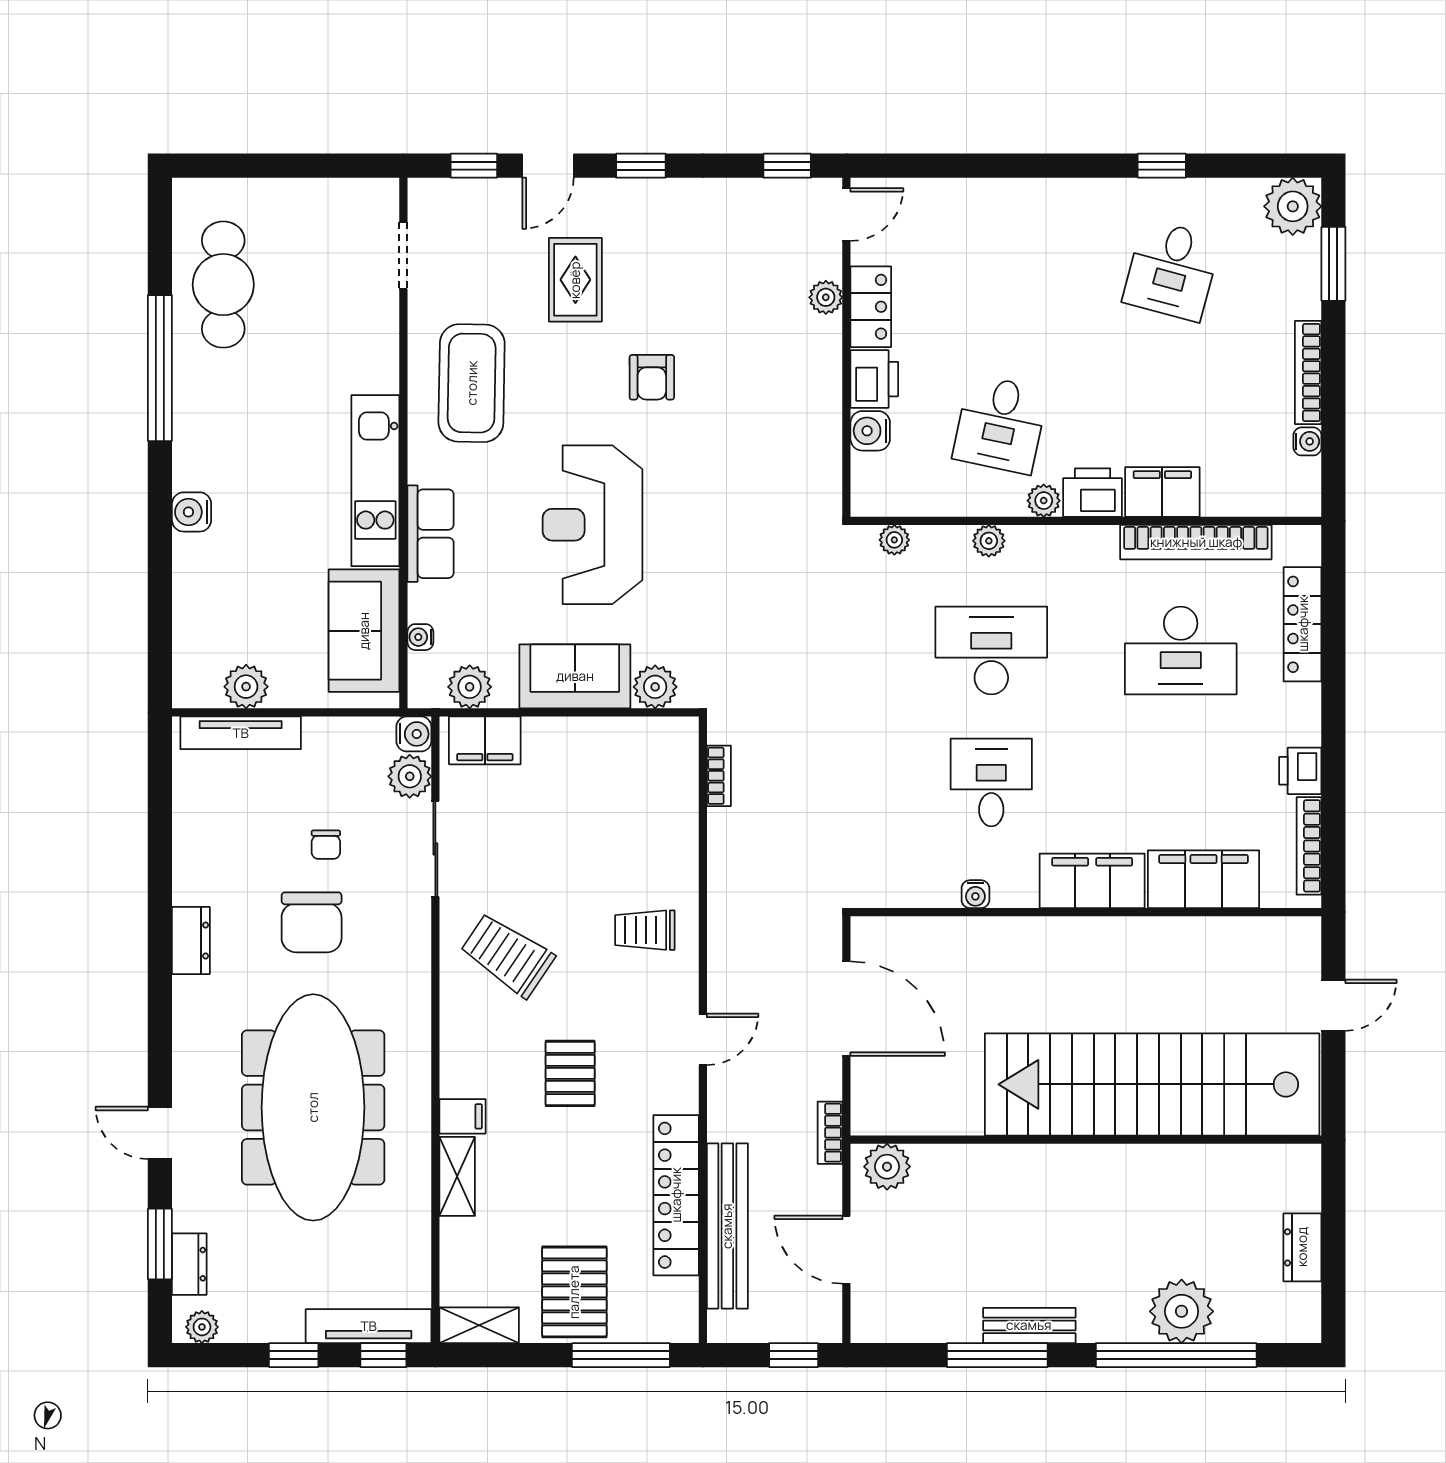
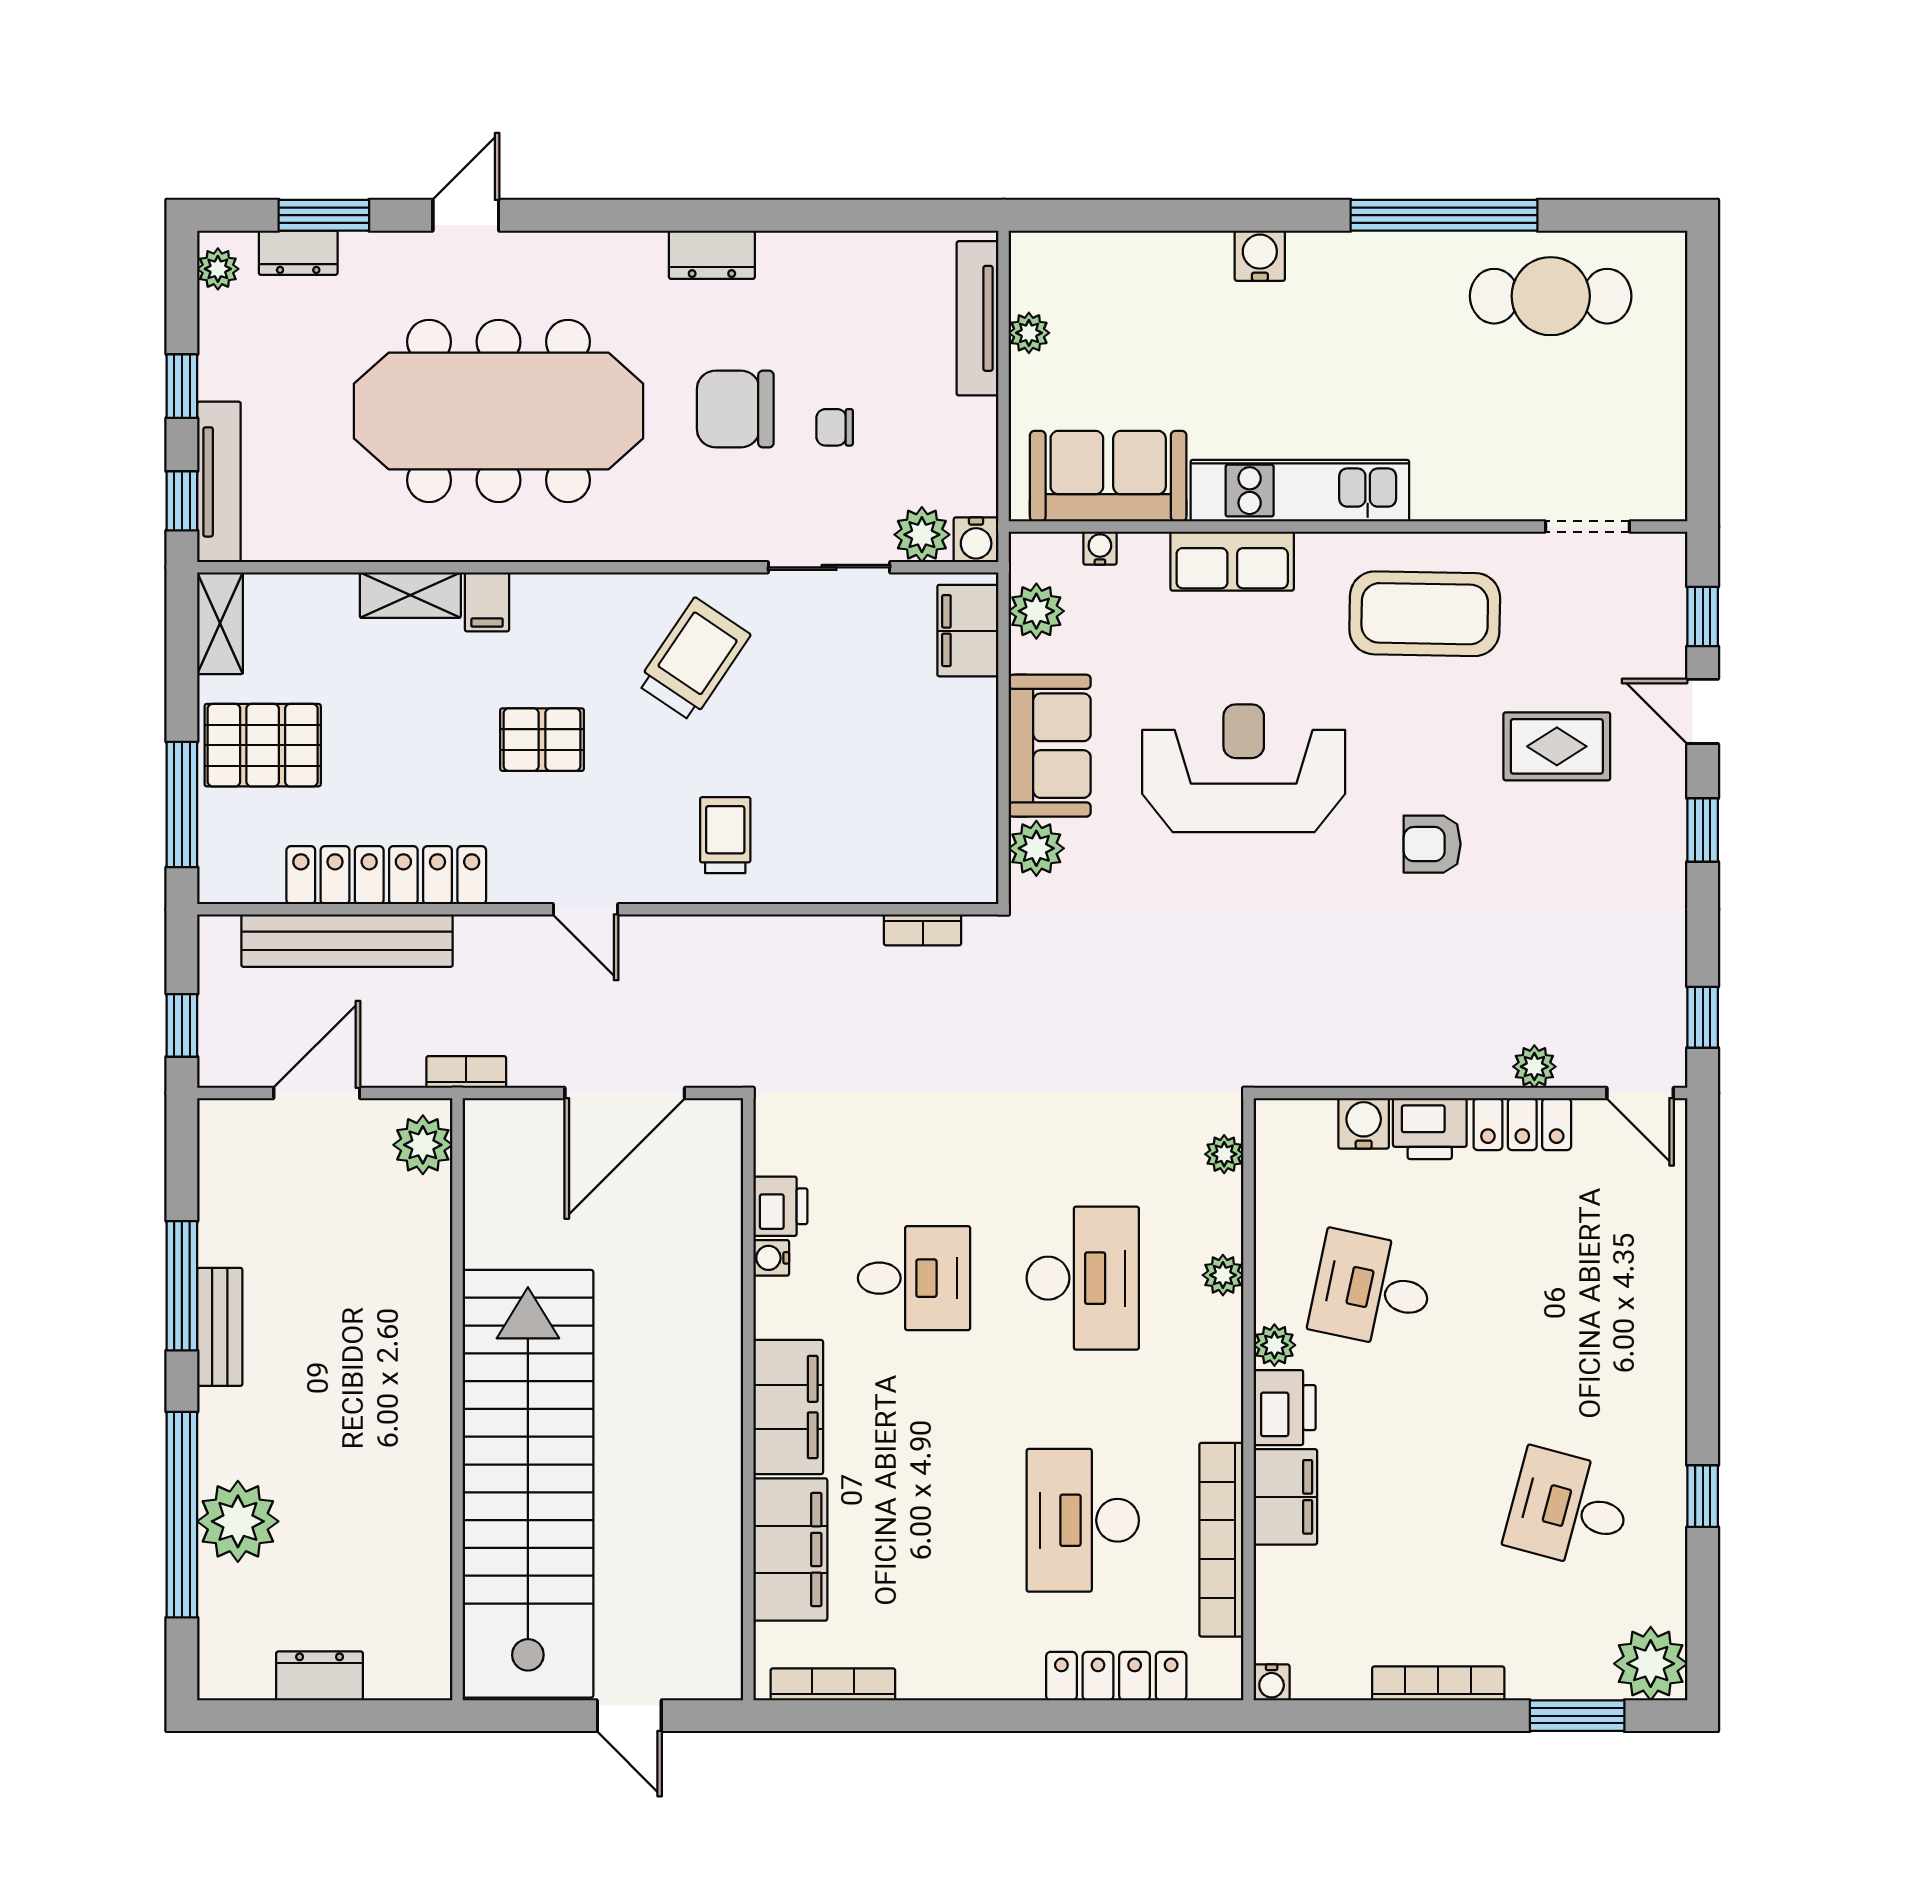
water cooler: (1307, 441) -> (1272, 1682), moved
plant: (246, 687) -> (1029, 333), width x0.73, depth x0.73
printer: (1300, 771) -> (780, 1206), moved, turned 90

